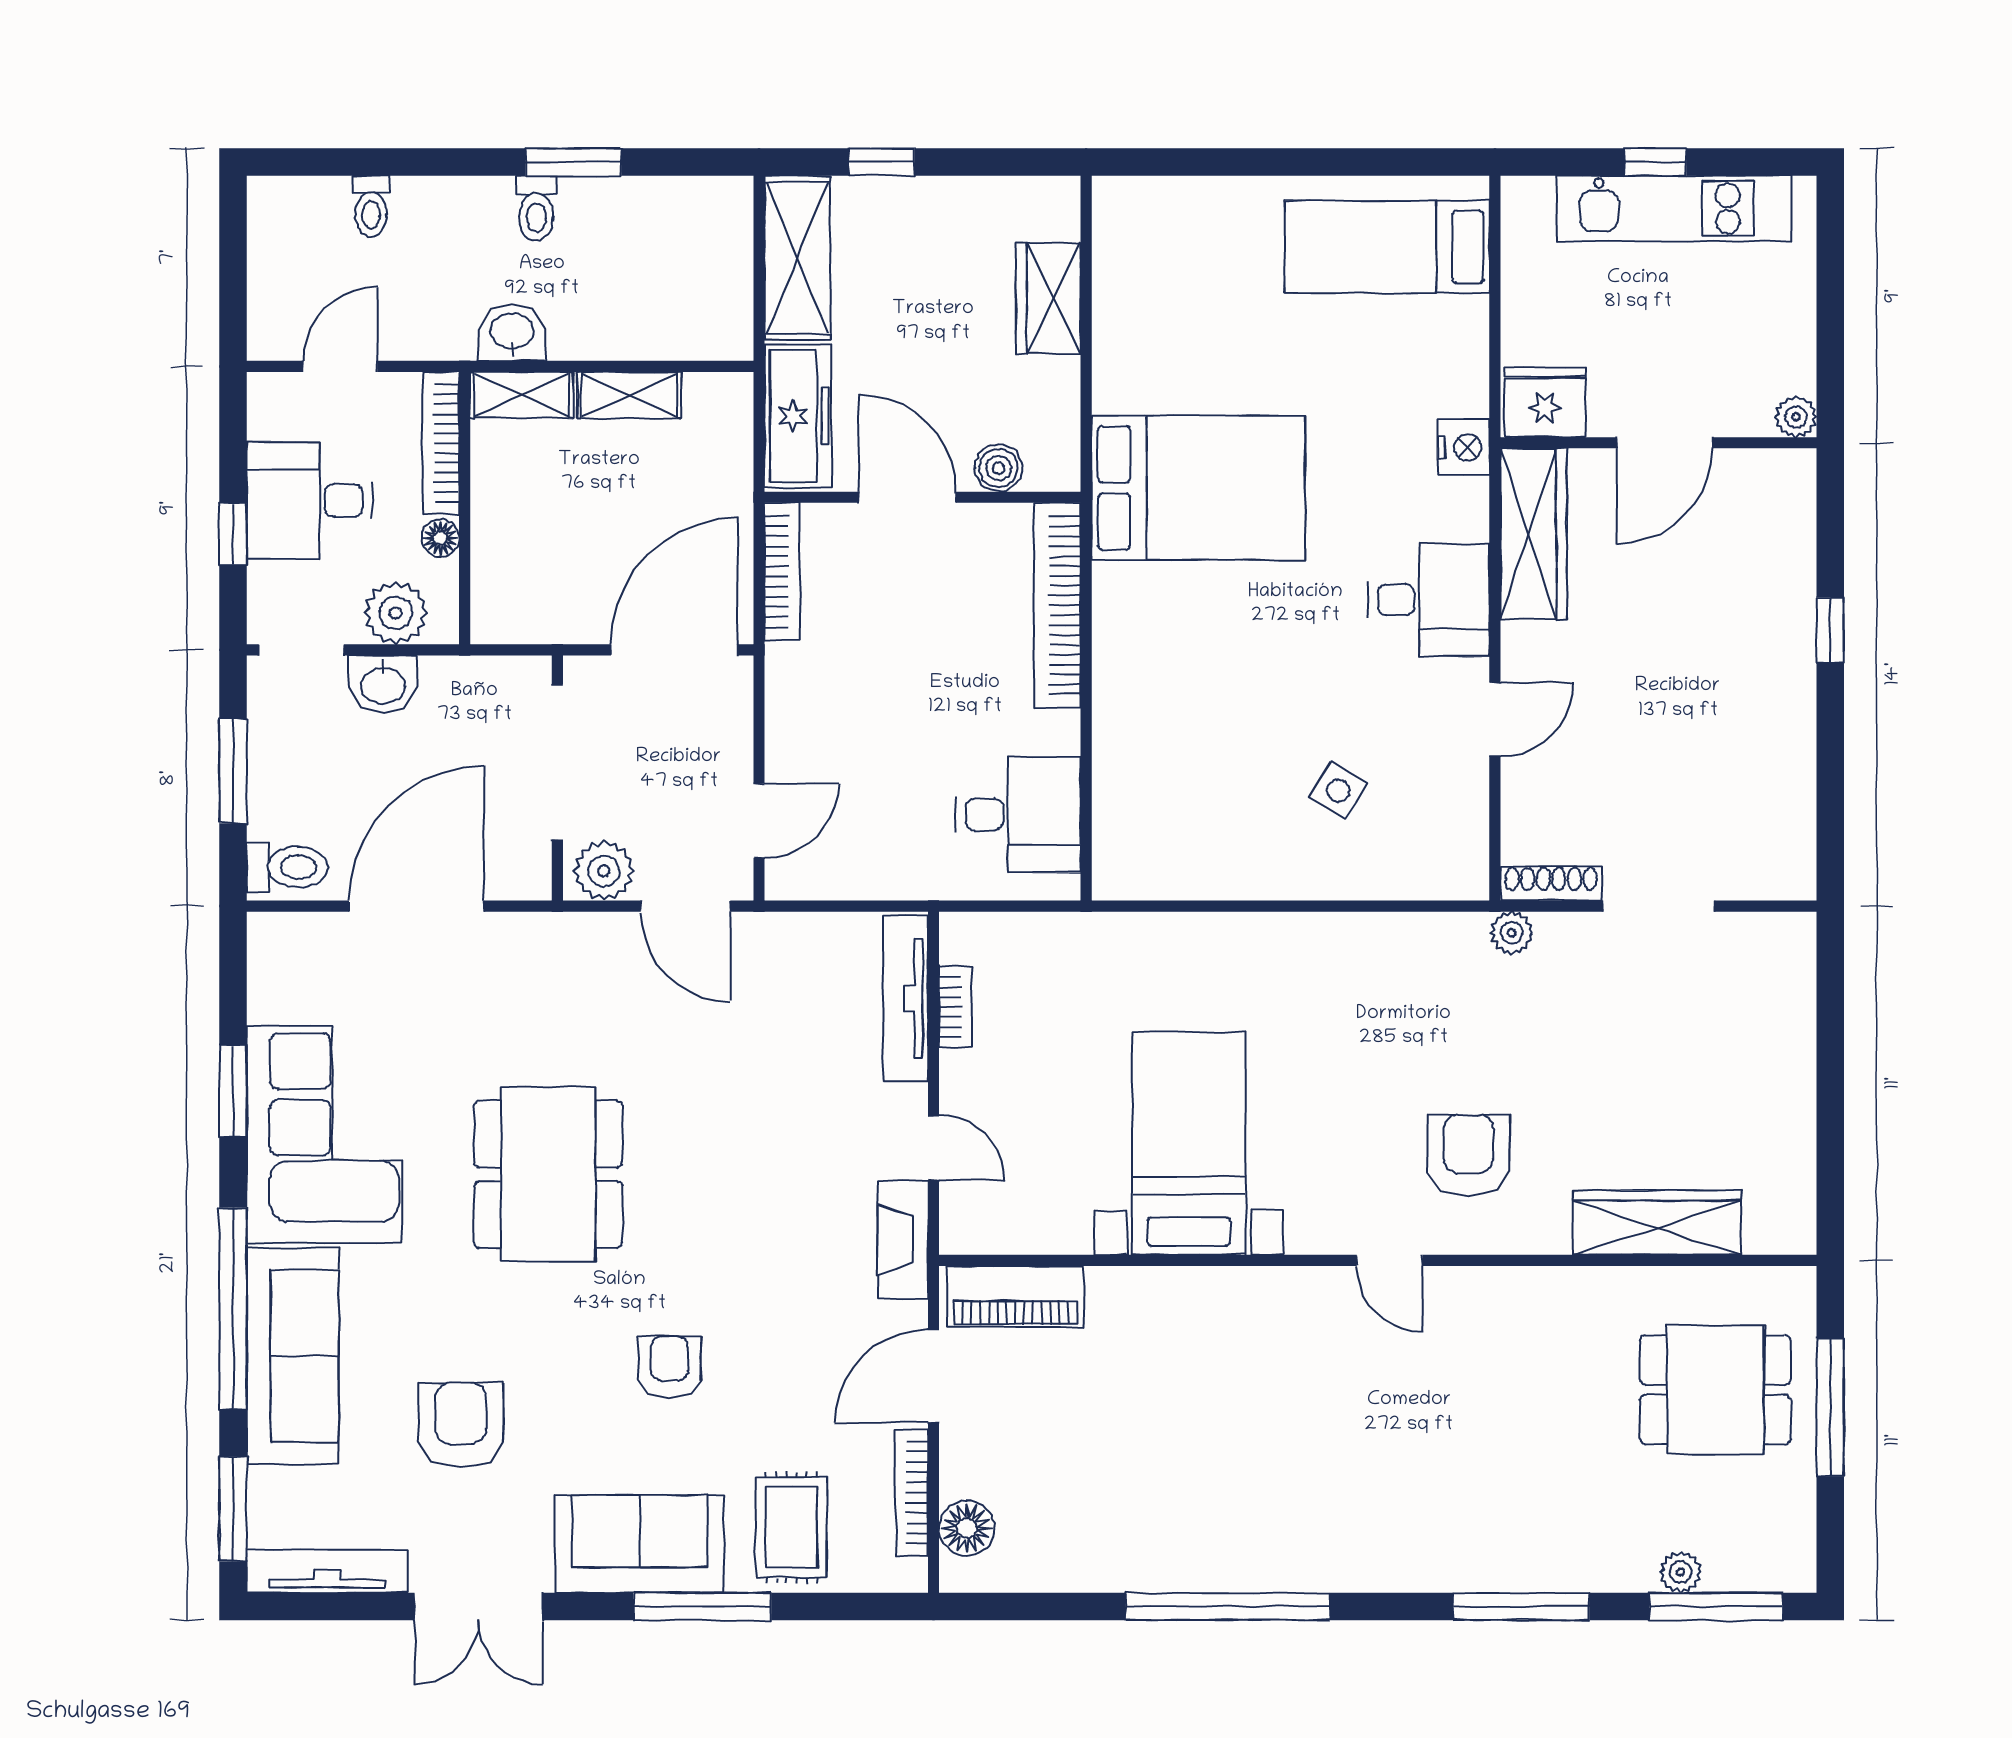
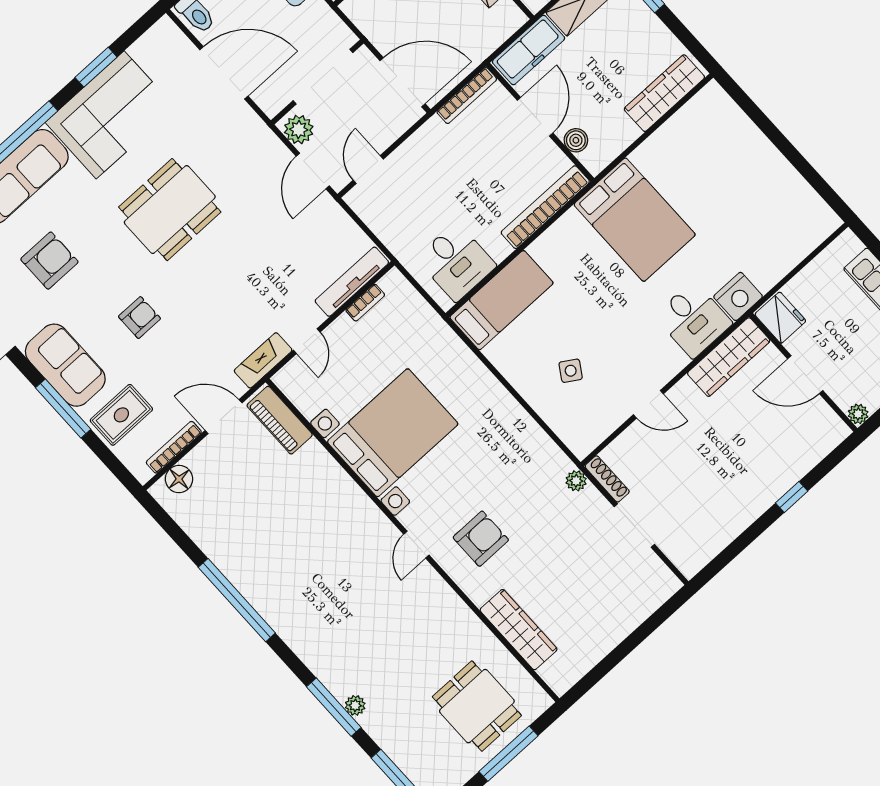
bed: (1387, 247) -> (501, 300), moved, turned 90
wardrobe: (1048, 298) -> (664, 93), width x1.50
nightstand: (1464, 447) -> (738, 296), width x1.36, depth x1.33
desk: (1429, 600) -> (693, 320), moved
door: (759, 821) -> (368, 170), swing flipped
bed with nightstands: (1189, 1143) -> (393, 433), width x1.36
plant: (1681, 1572) -> (355, 705), moved

